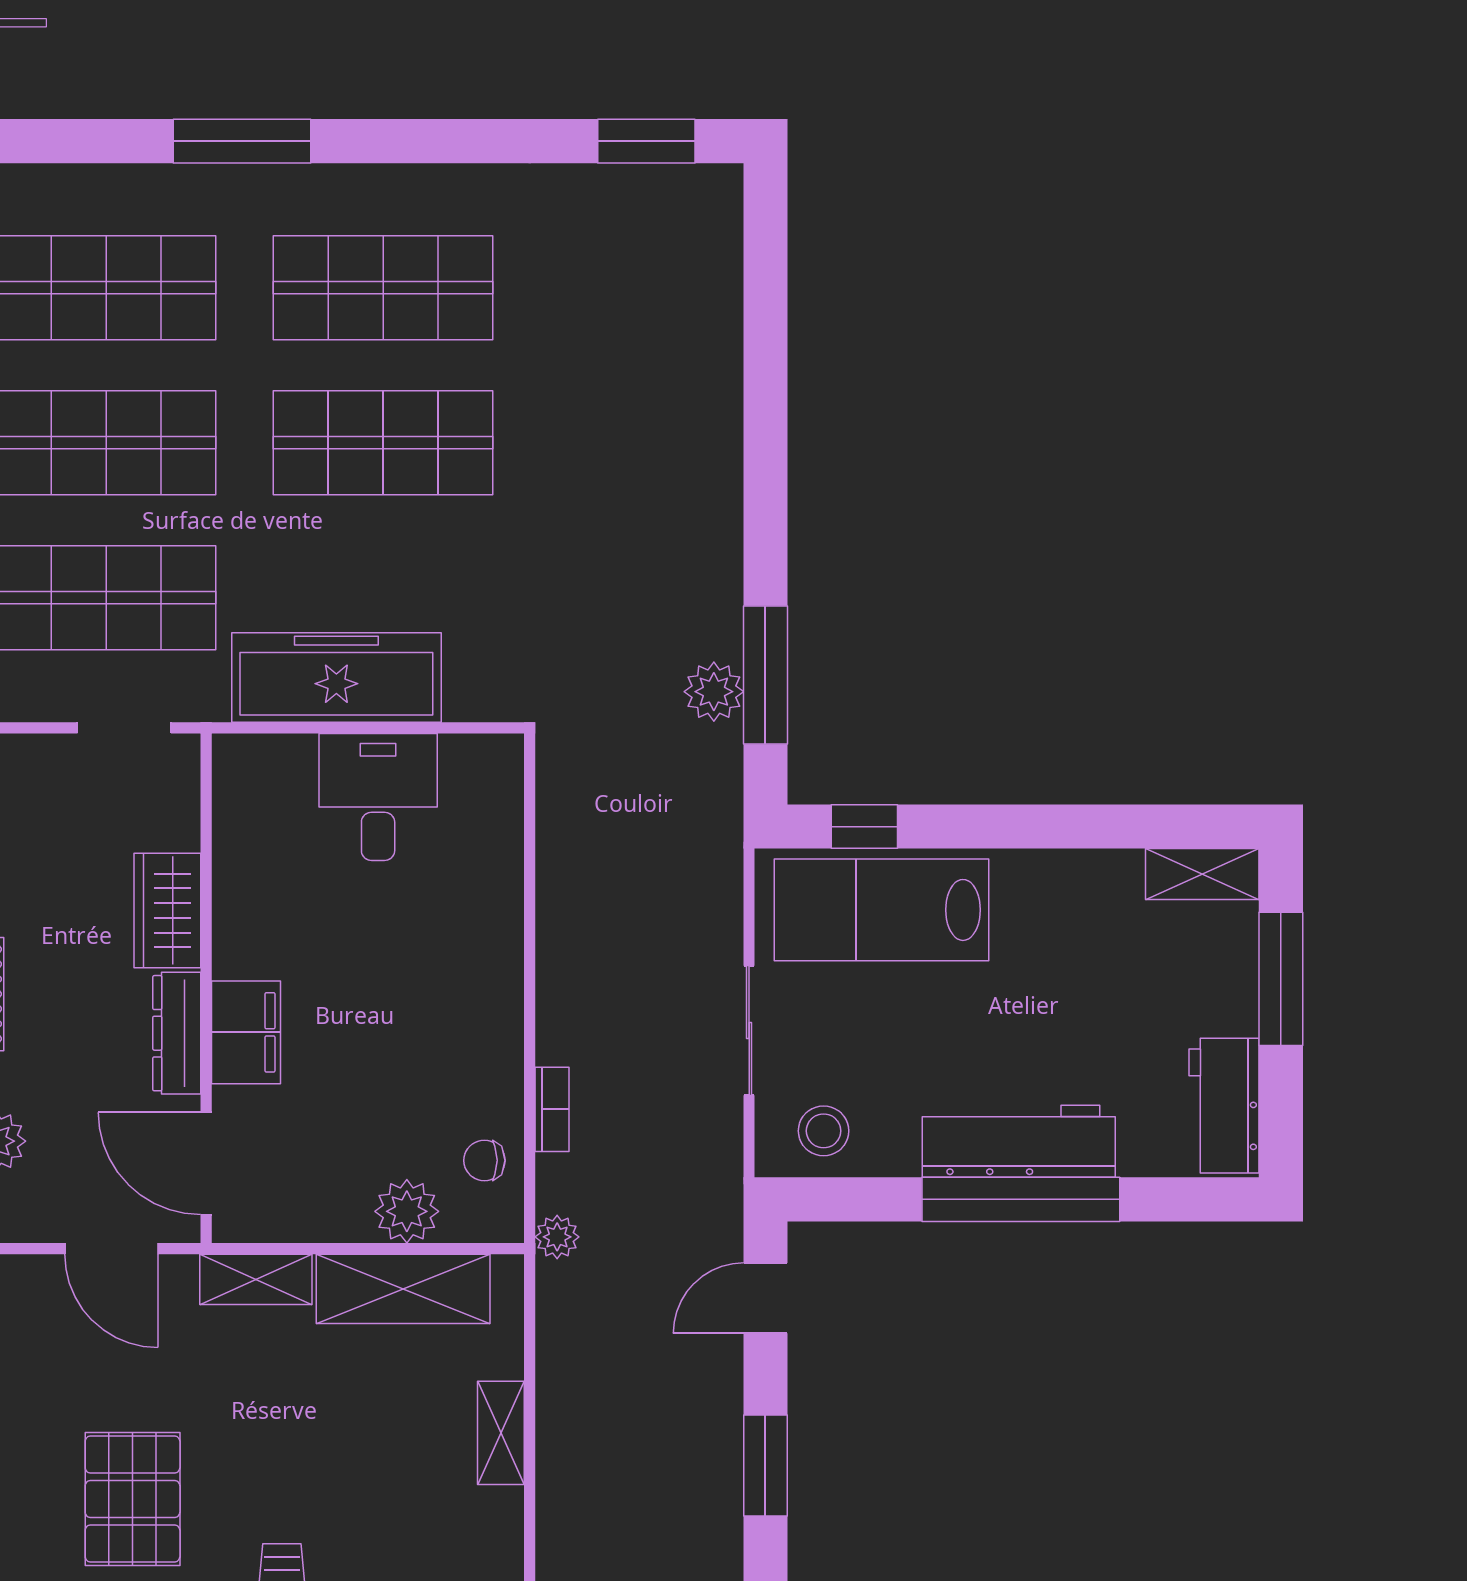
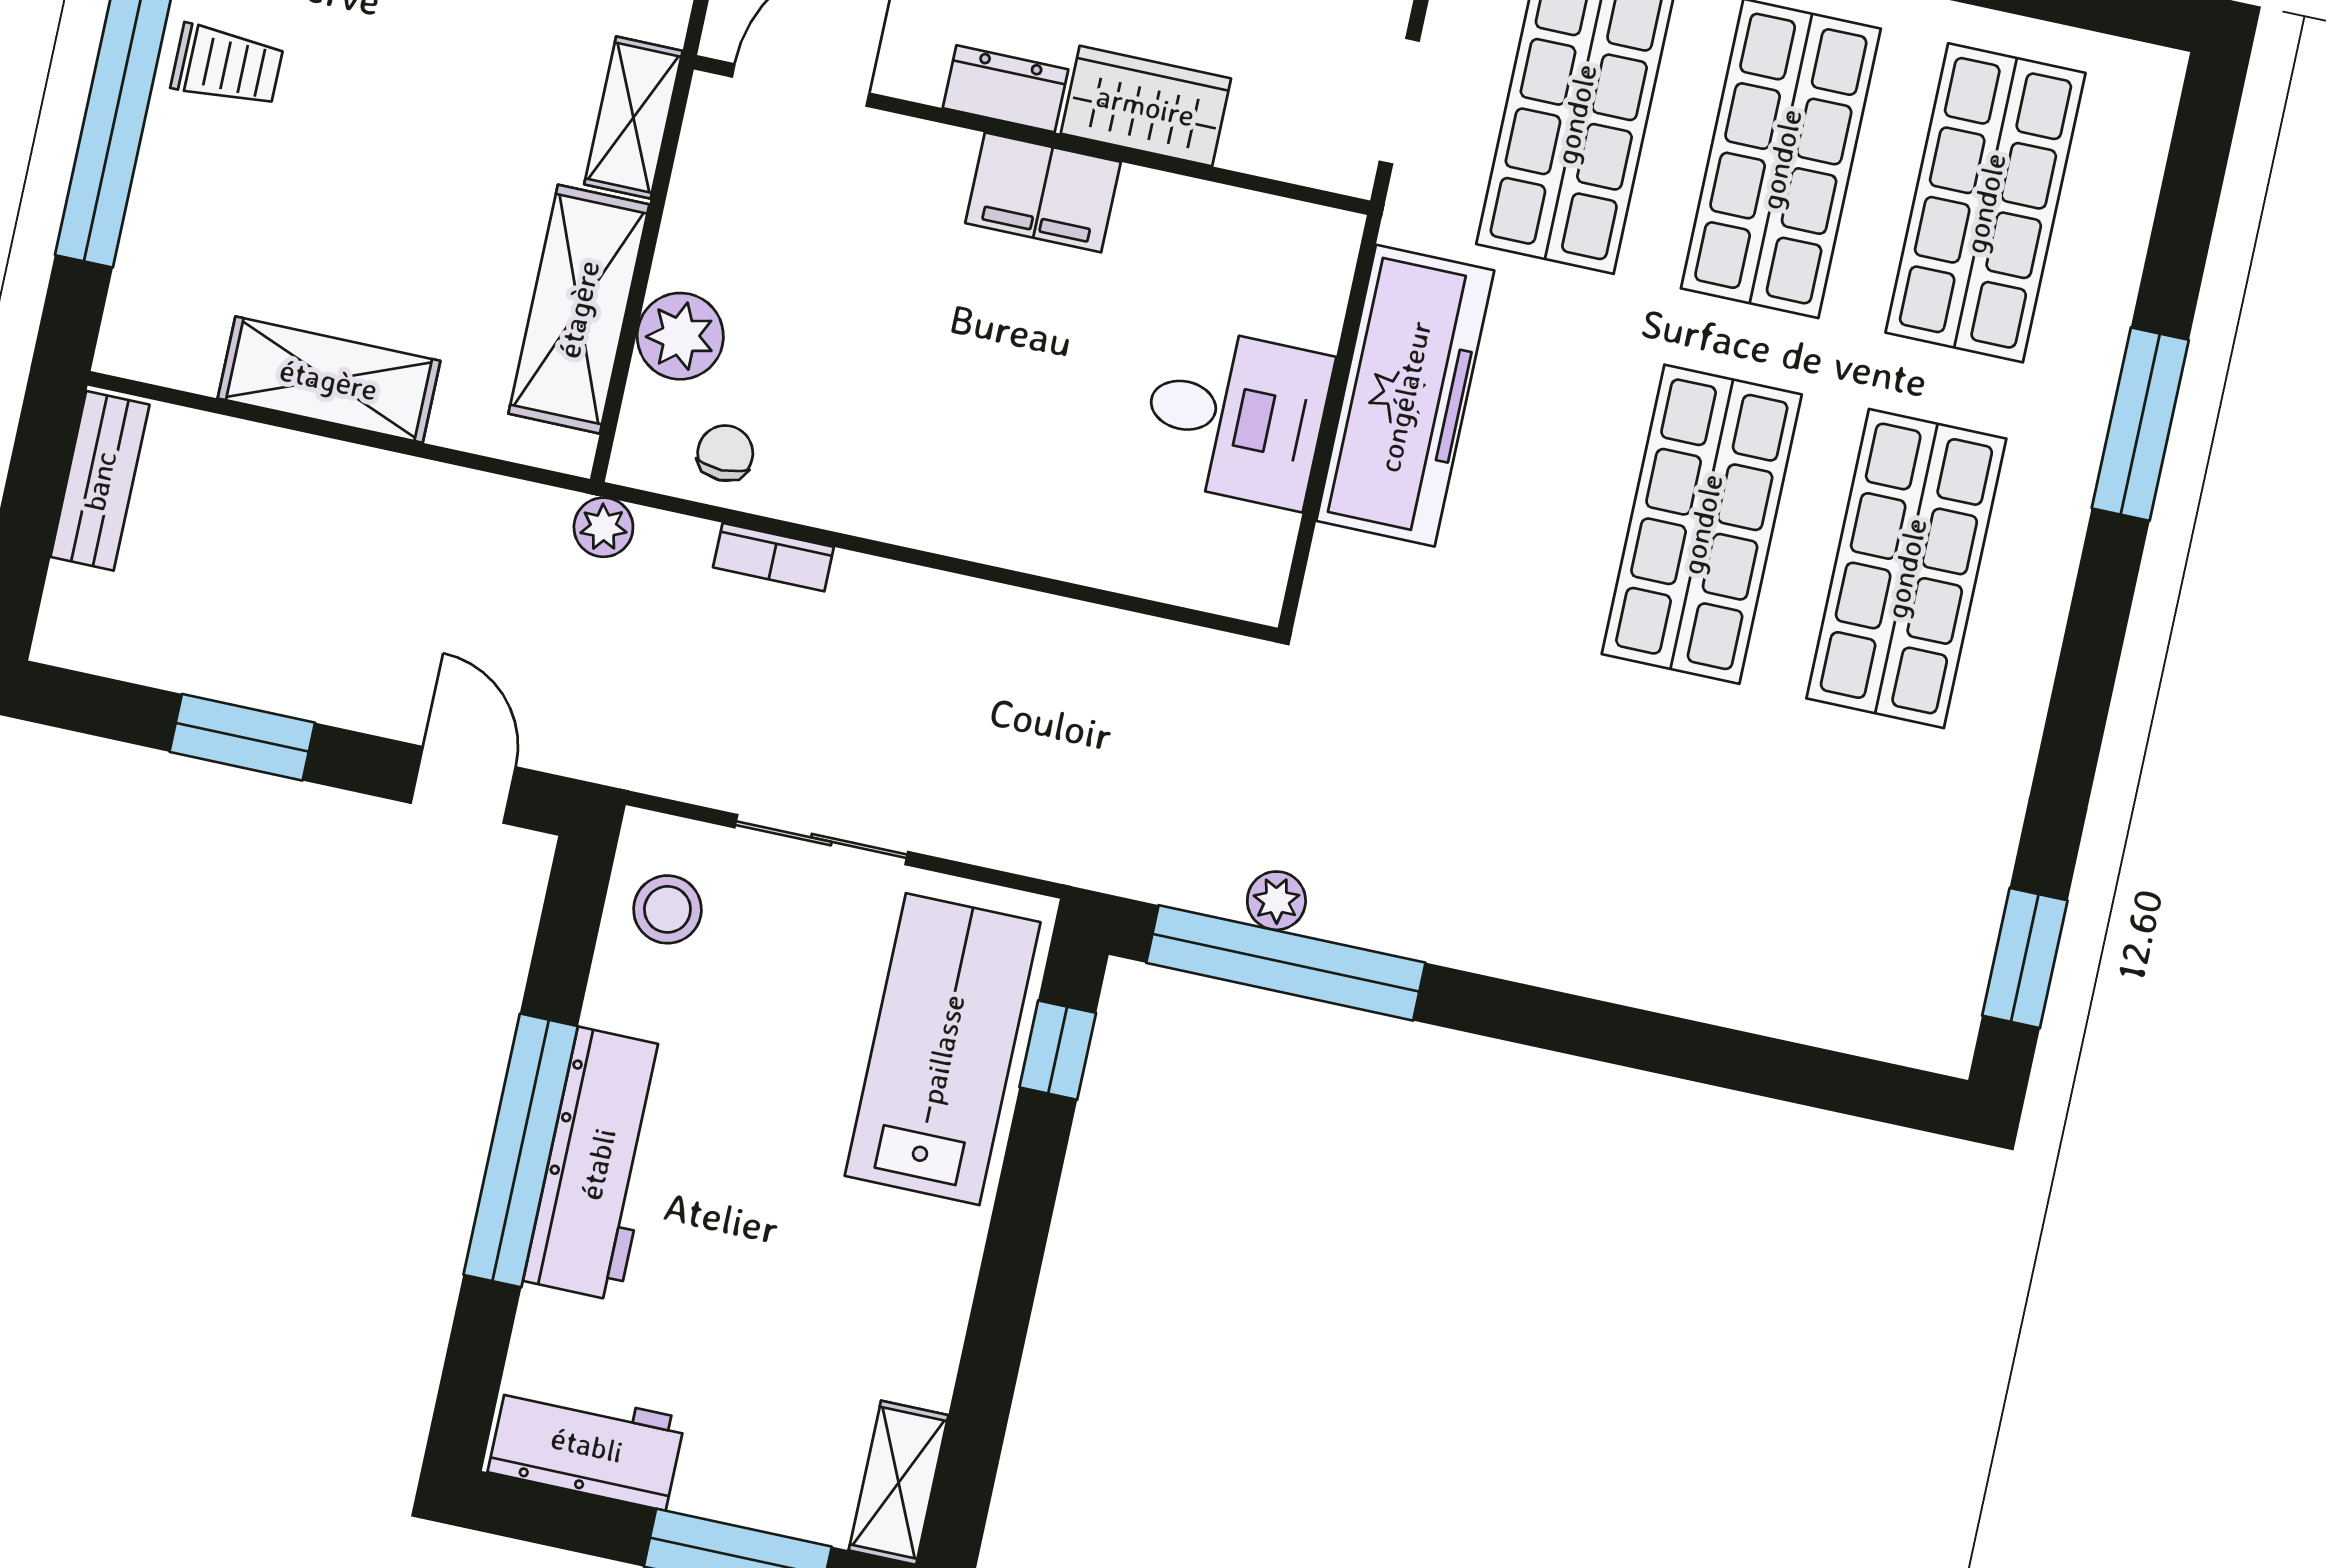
window: (765, 675) -> (1286, 963), width x1.46
plant: (714, 692) -> (1276, 901), width x0.73, depth x0.73
filing cabinet: (246, 1032) -> (1043, 192), moved
dresser: (177, 1033) -> (1006, 89), width x0.70
shelving: (501, 1433) -> (329, 380), width x1.50, depth x1.33

